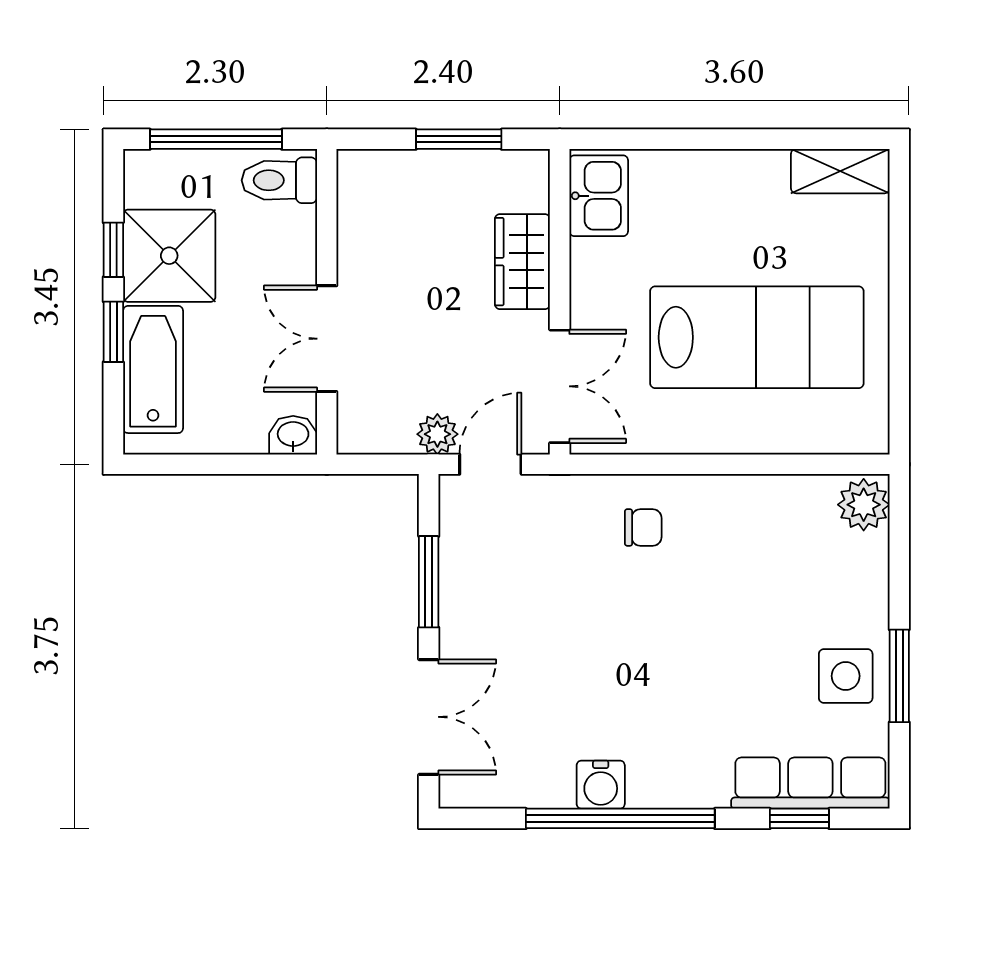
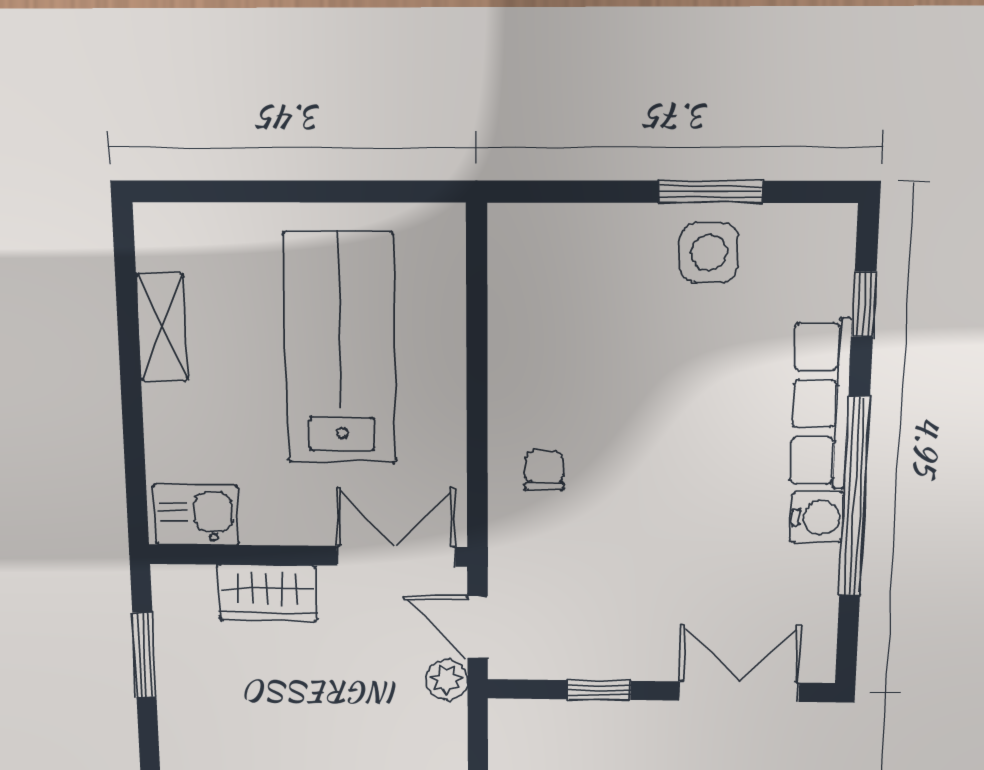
shelving: (840, 171) -> (162, 327), moved
plant: (864, 505) -> (521, 232), removed
window: (429, 582) -> (599, 690), width x0.67
row of seats: (810, 783) -> (821, 404), moved

